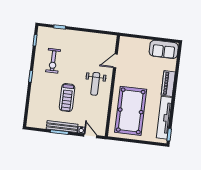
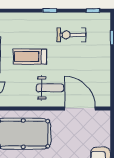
door: (115, 61) -> (80, 108), width x1.87
weight bench: (95, 84) -> (50, 88), turned 180

